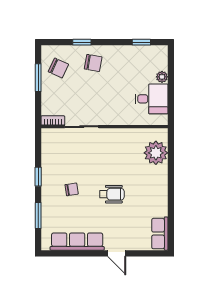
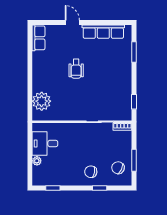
window: (38, 177) -> (134, 102), moved
chair: (72, 189) -> (108, 73), removed
wheelchair: (112, 194) -> (76, 69), turned -90

